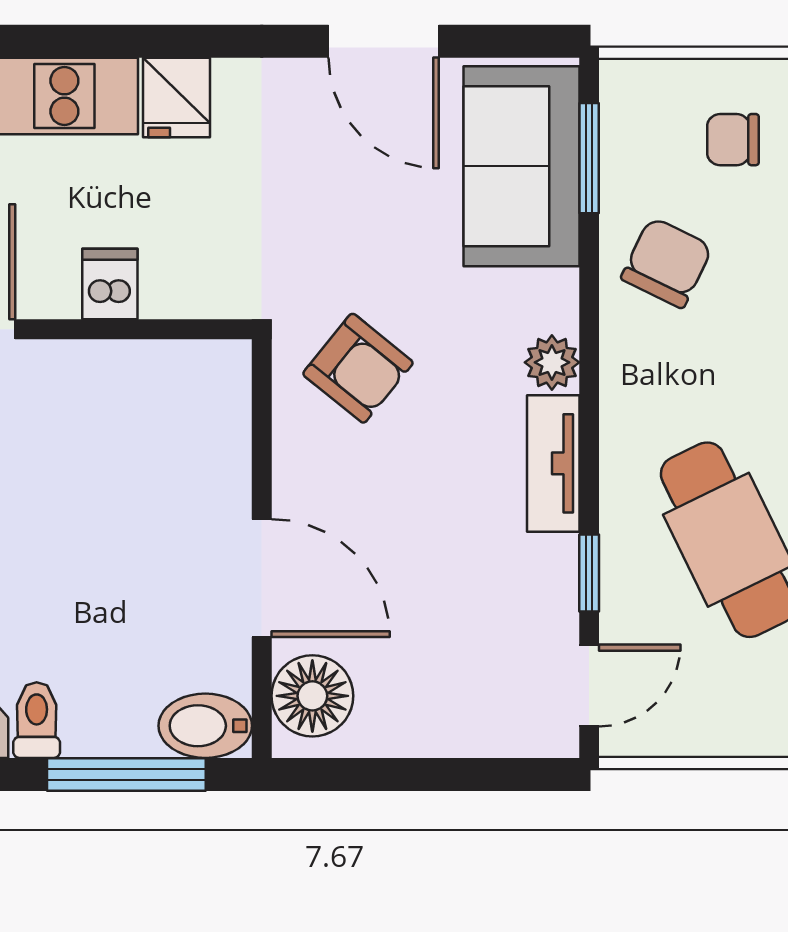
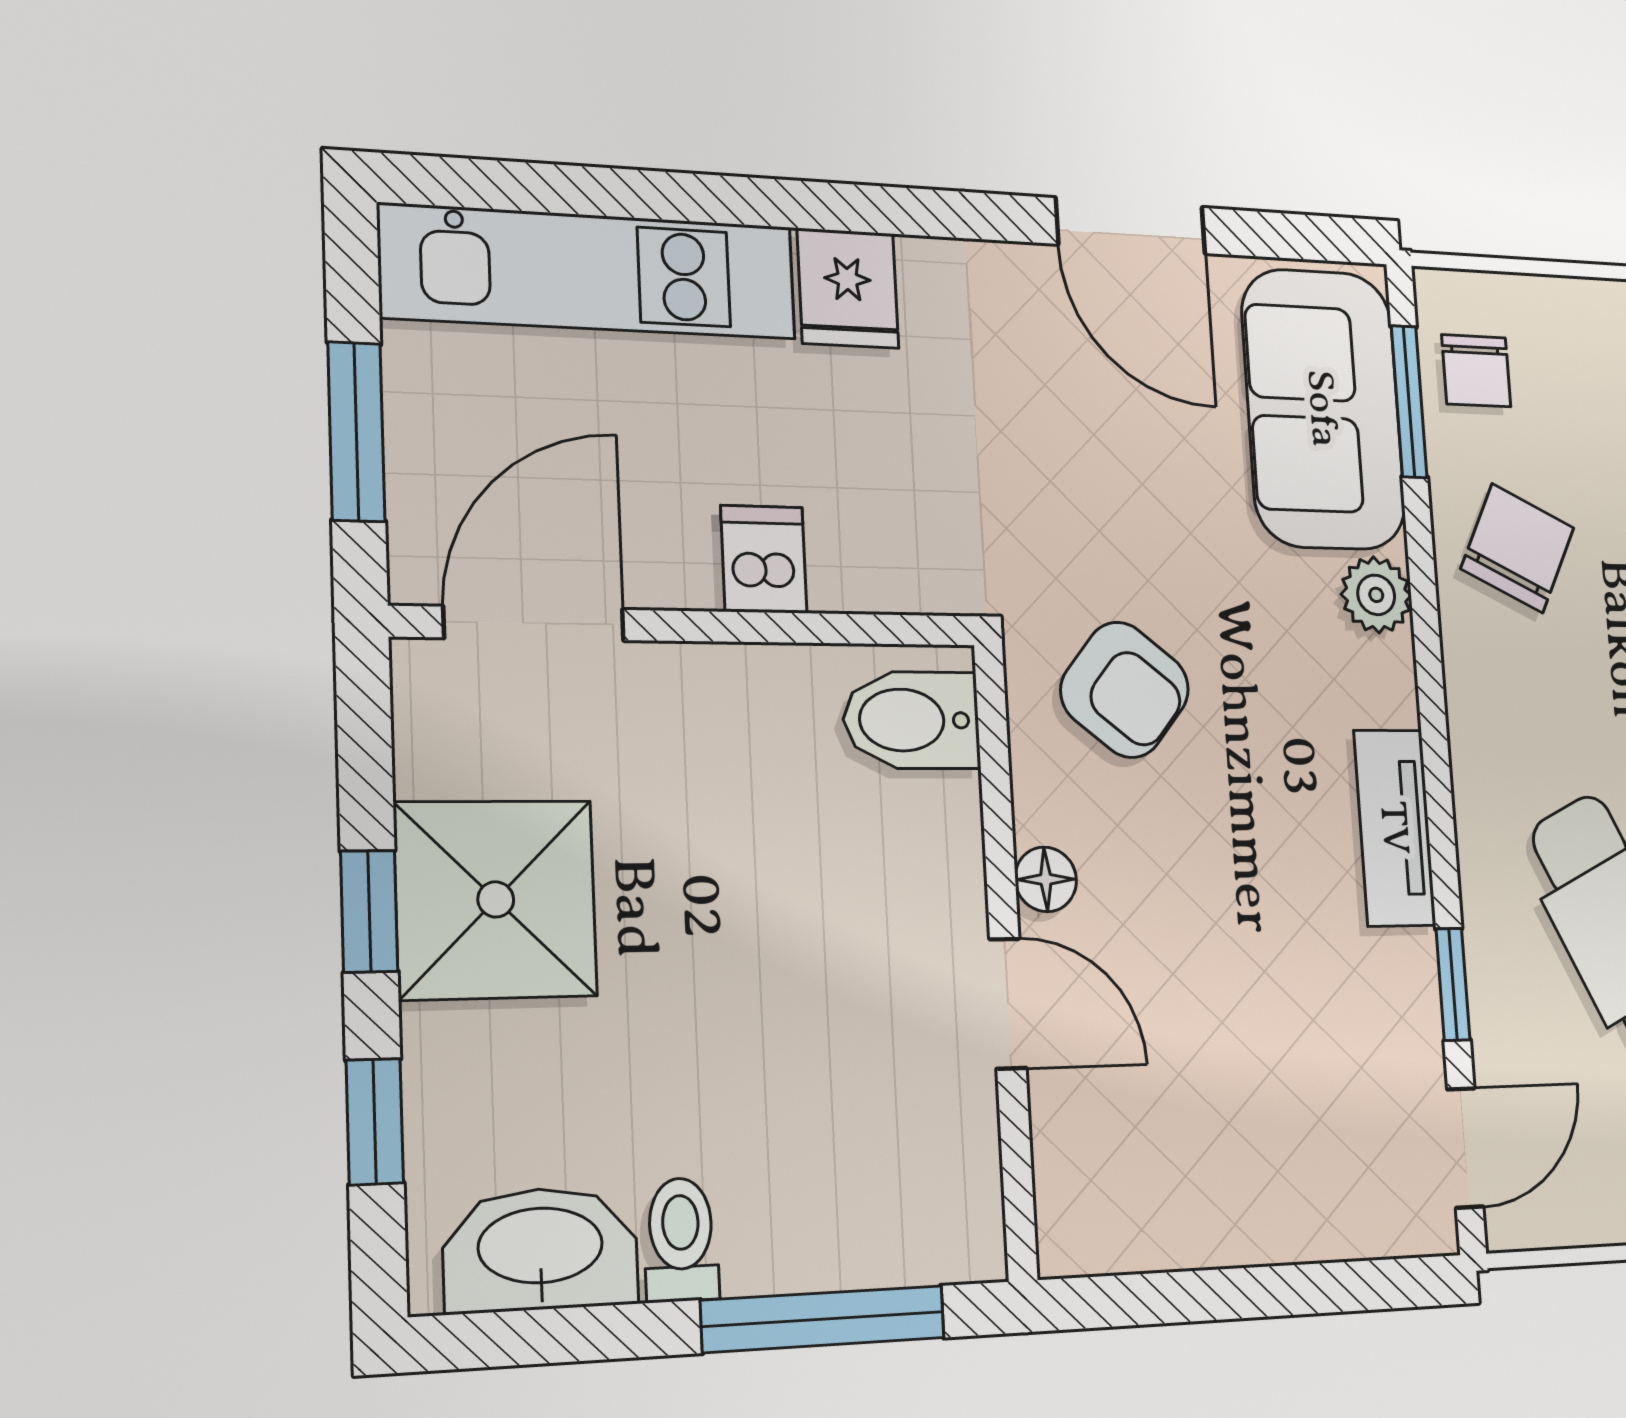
chair: (733, 140) -> (1476, 371), moved, turned -90
plant: (552, 362) -> (1376, 595), moved
door: (262, 578) -> (1008, 1004), width x0.73
floor lamp: (312, 696) -> (1046, 879), moved, width x0.53, depth x0.53
bidet: (205, 726) -> (911, 720), moved

